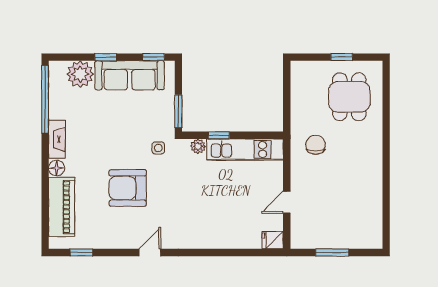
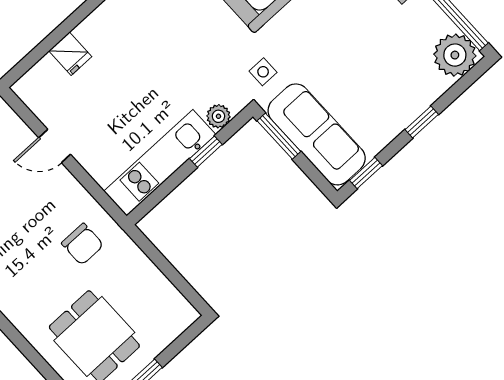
plant: (80, 74) -> (455, 55), moved
sofa: (130, 75) -> (317, 134), moved, turned 90
door: (287, 202) -> (55, 146), swing flipped
fridge: (273, 240) -> (70, 54), moved, turned 90

